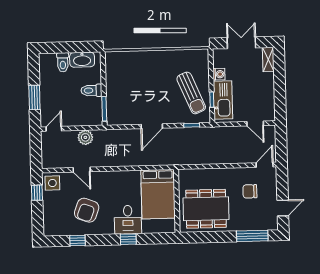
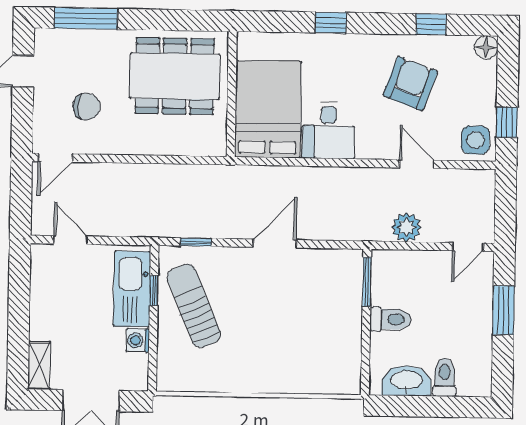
desk: (128, 220) -> (329, 130), moved, turned 180
floor lamp: (49, 230) -> (486, 47), added

